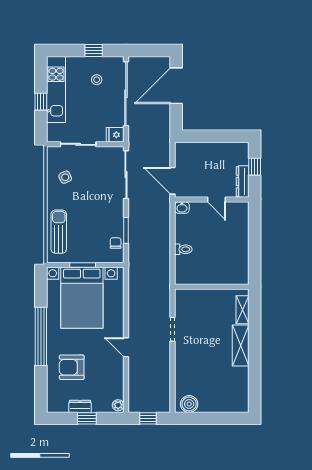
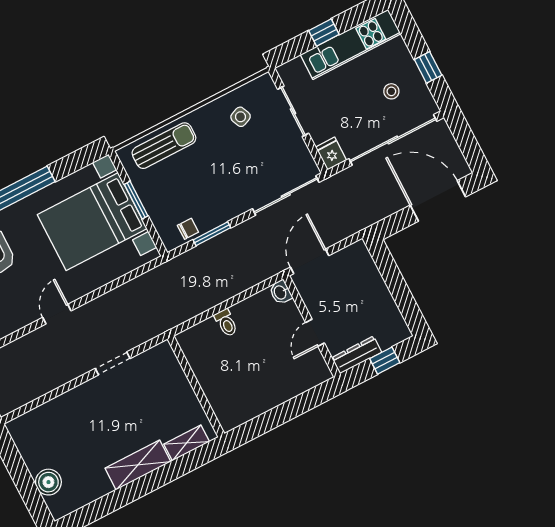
boiler: (189, 404) -> (48, 482), moved

